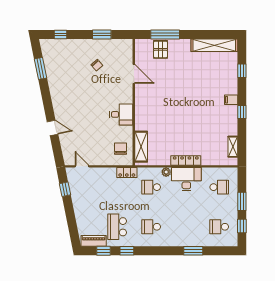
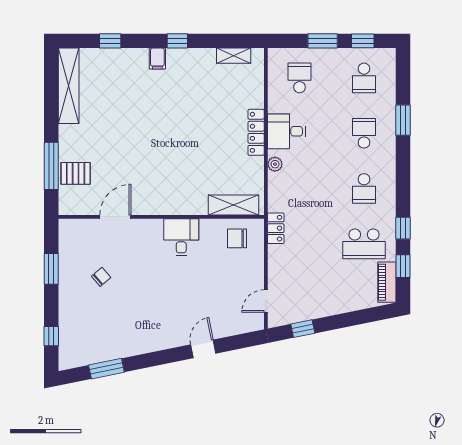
desk: (186, 179) -> (286, 131), width x0.73
school desk: (151, 187) -> (364, 133), moved, turned 180

